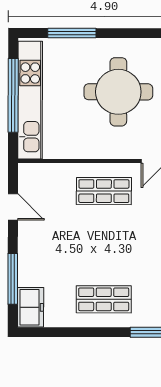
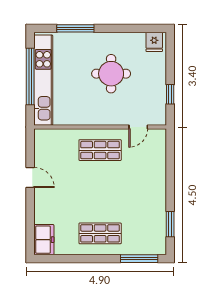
round table: (118, 92) -> (111, 74), width x0.73, depth x0.73
door: (13, 207) -> (30, 177), moved
window: (13, 279) -> (30, 218), removed

